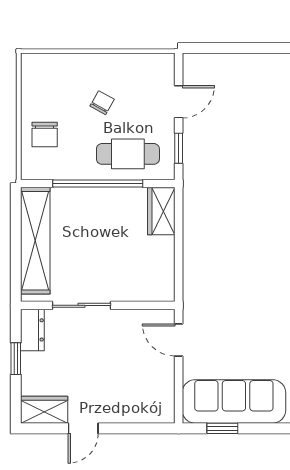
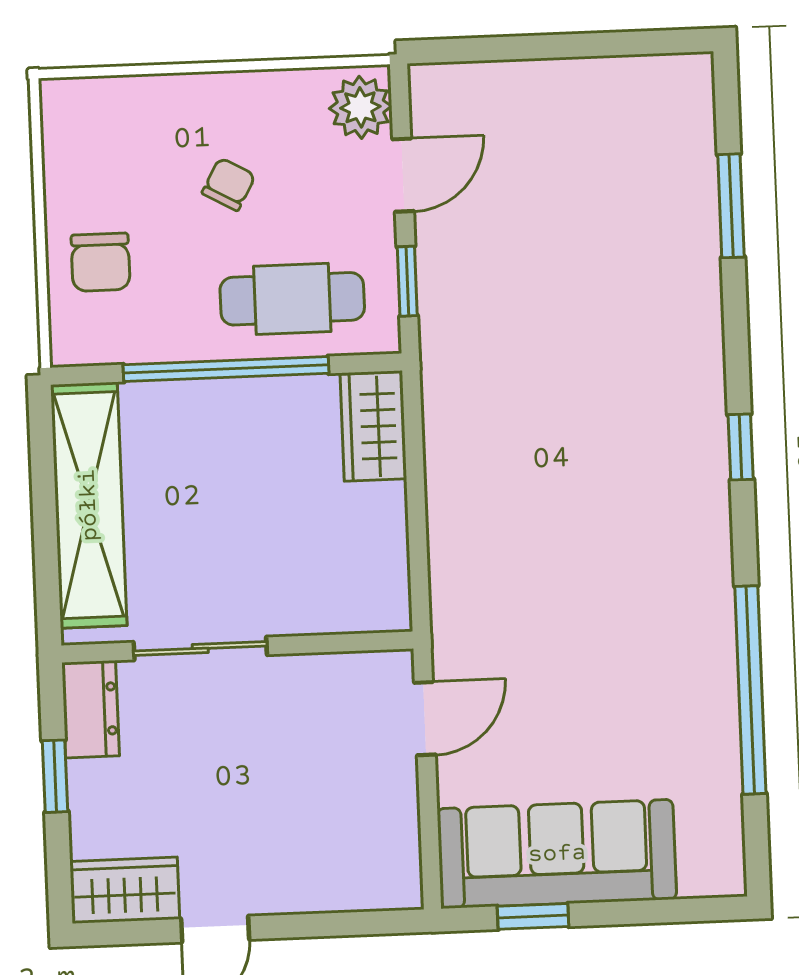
plant: (161, 71) -> (360, 107), added
door: (179, 340) -> (425, 719), swing flipped

